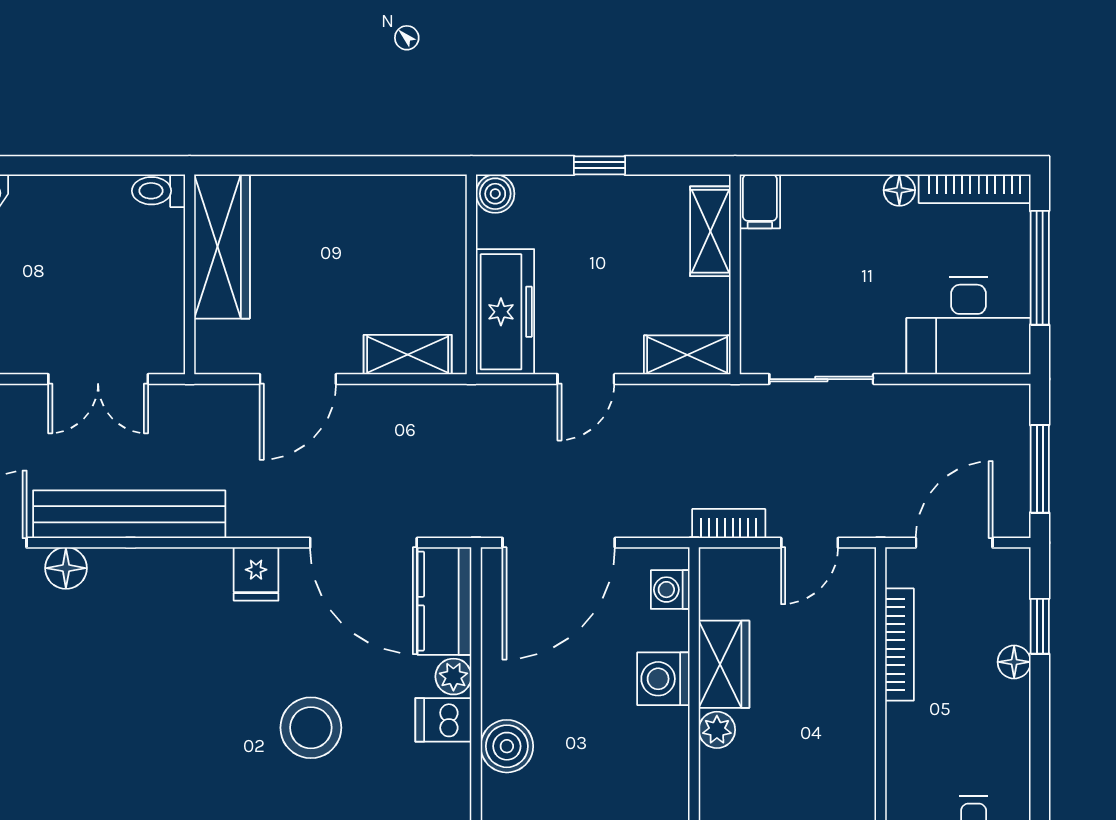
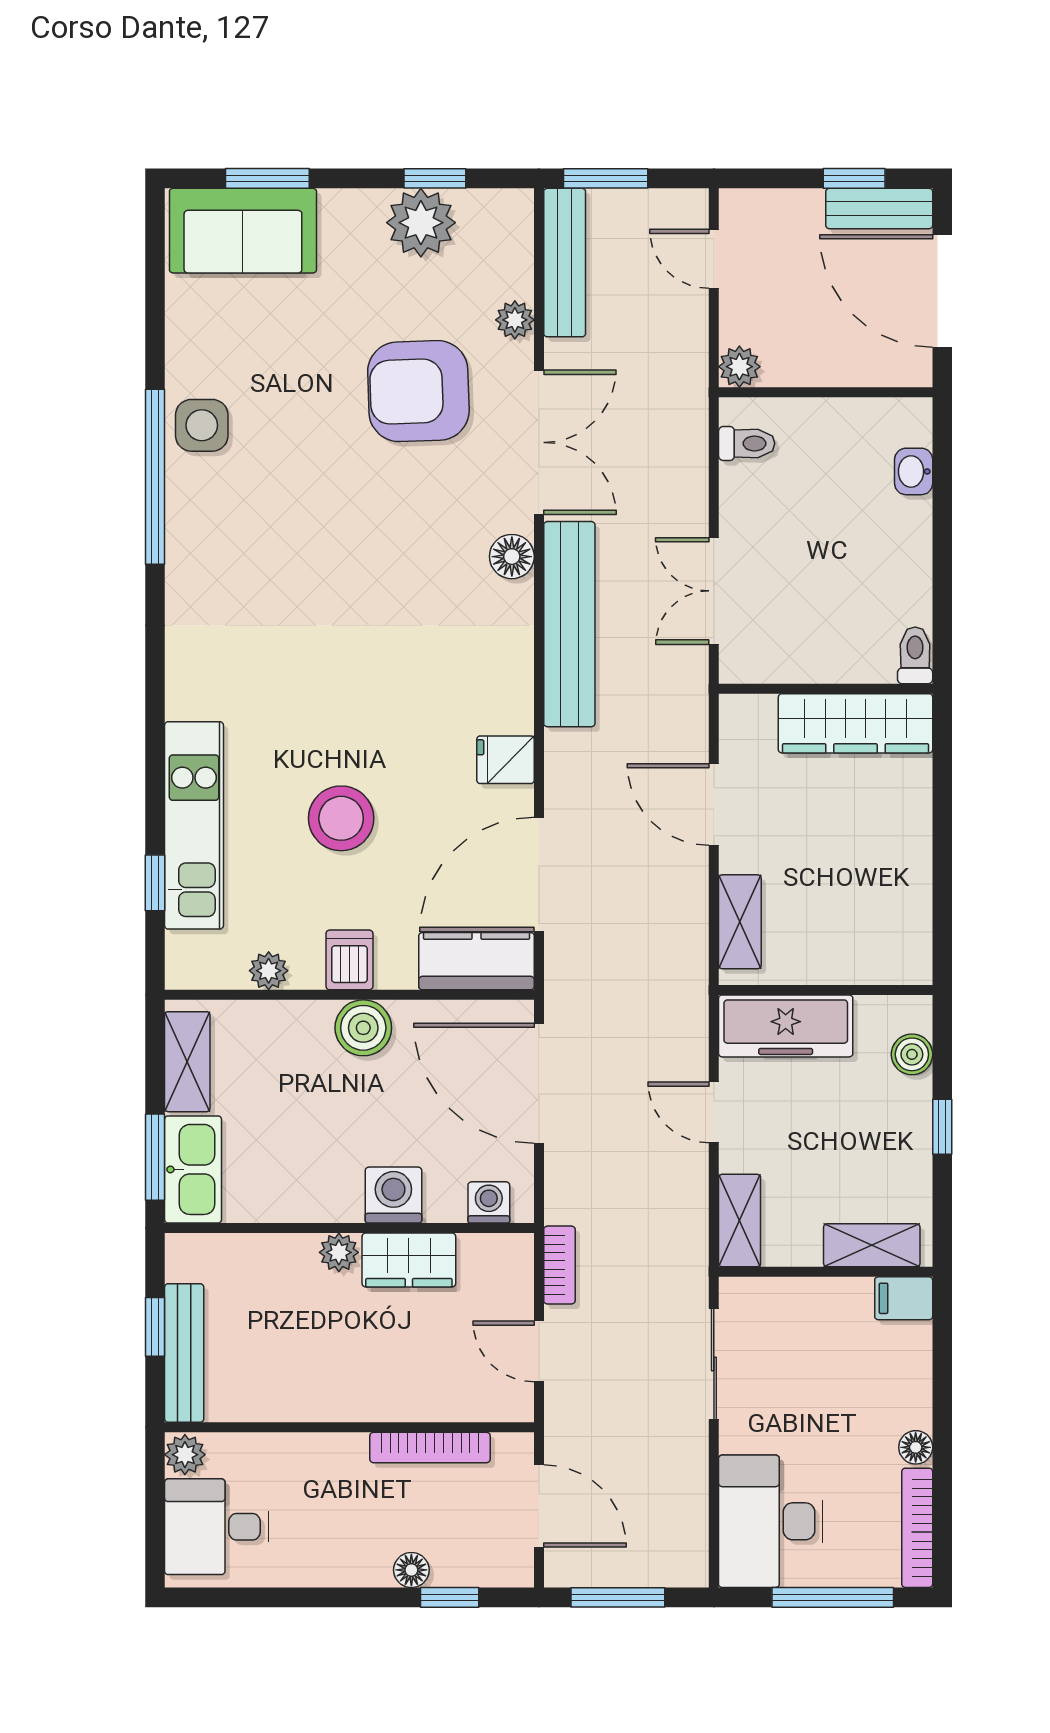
boiler: (495, 194) -> (912, 1054), moved
plant: (453, 677) -> (269, 971), moved
boiler: (507, 746) -> (363, 1028), moved

